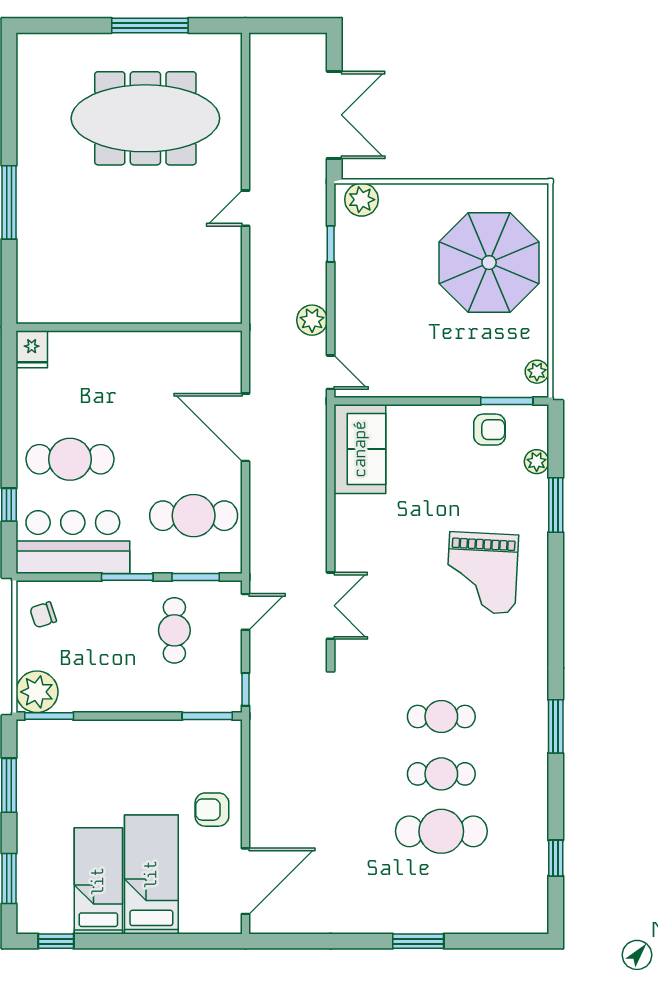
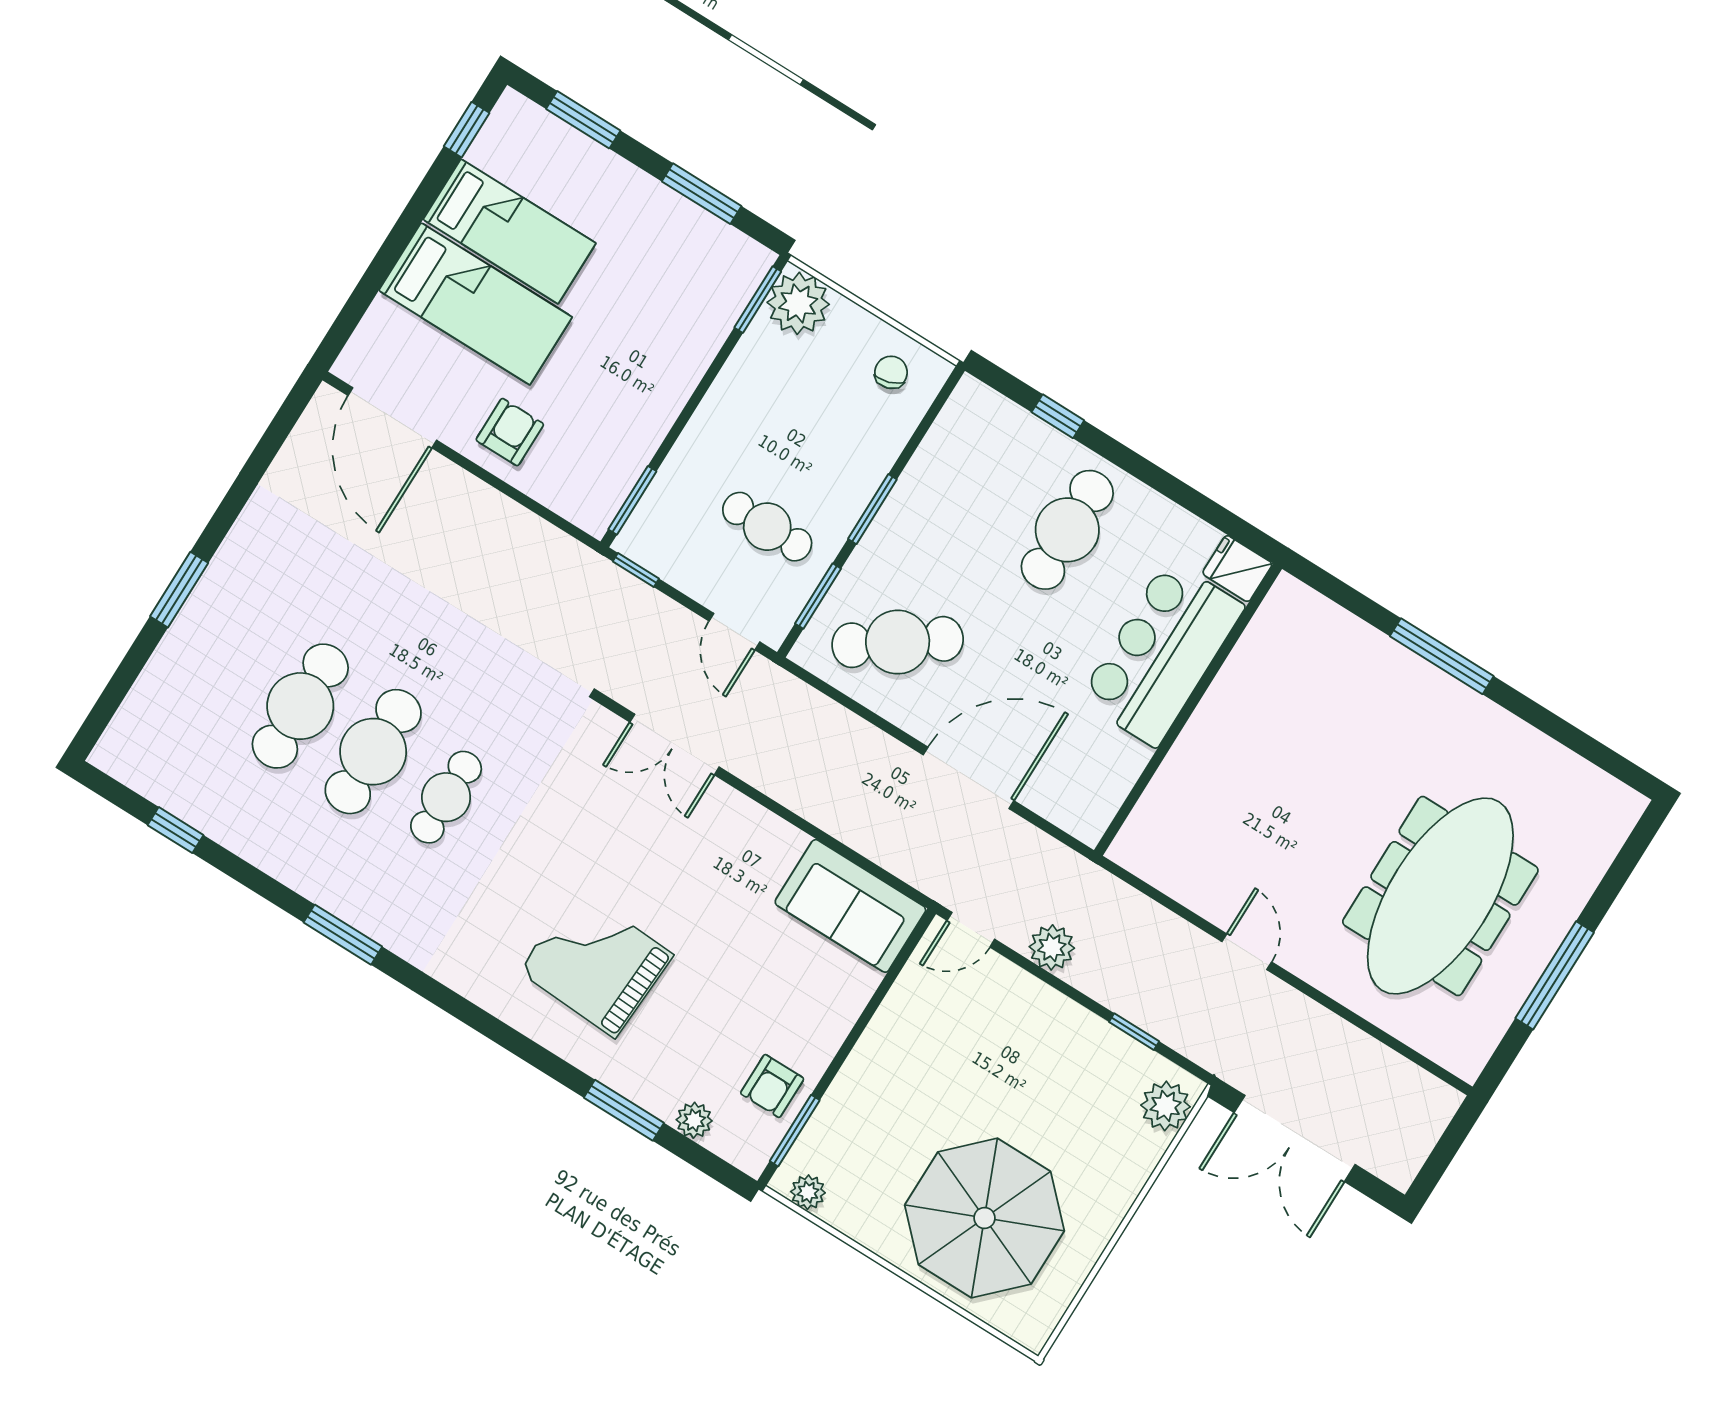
cafe table: (194, 516) -> (898, 642), turned 54
bar counter: (73, 542) -> (1162, 653), moved, turned 180
cafe table: (441, 774) -> (373, 752), width x1.37, depth x1.35

